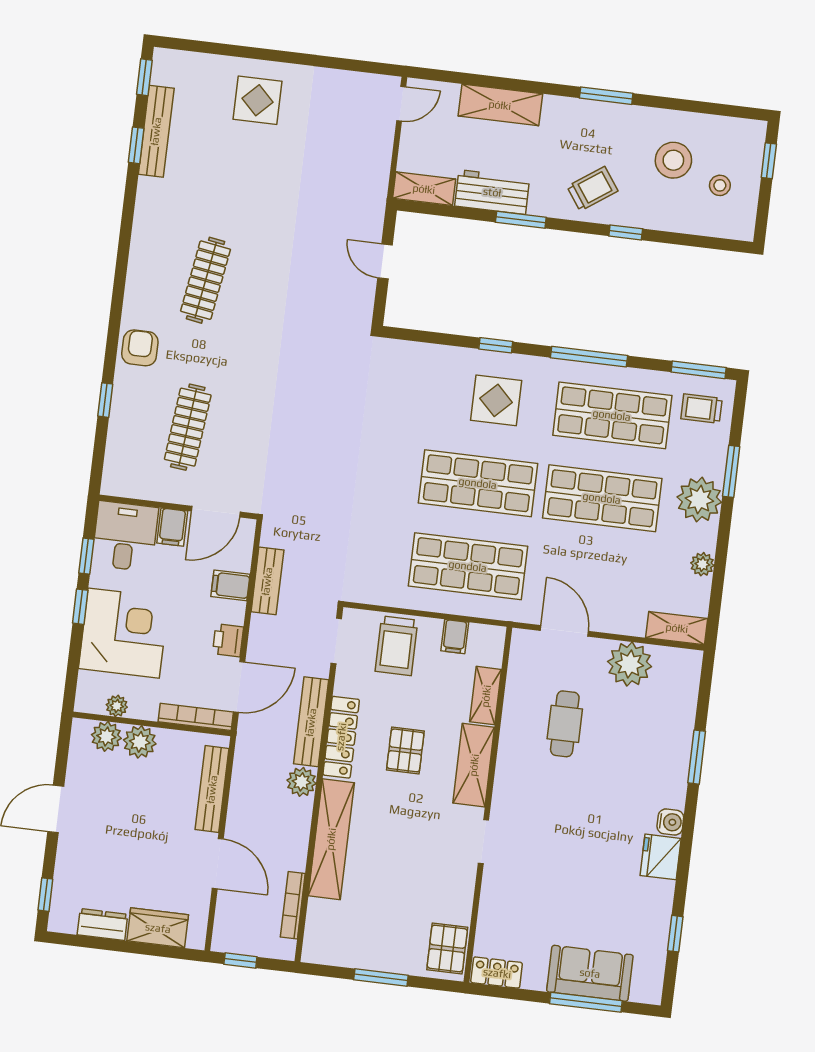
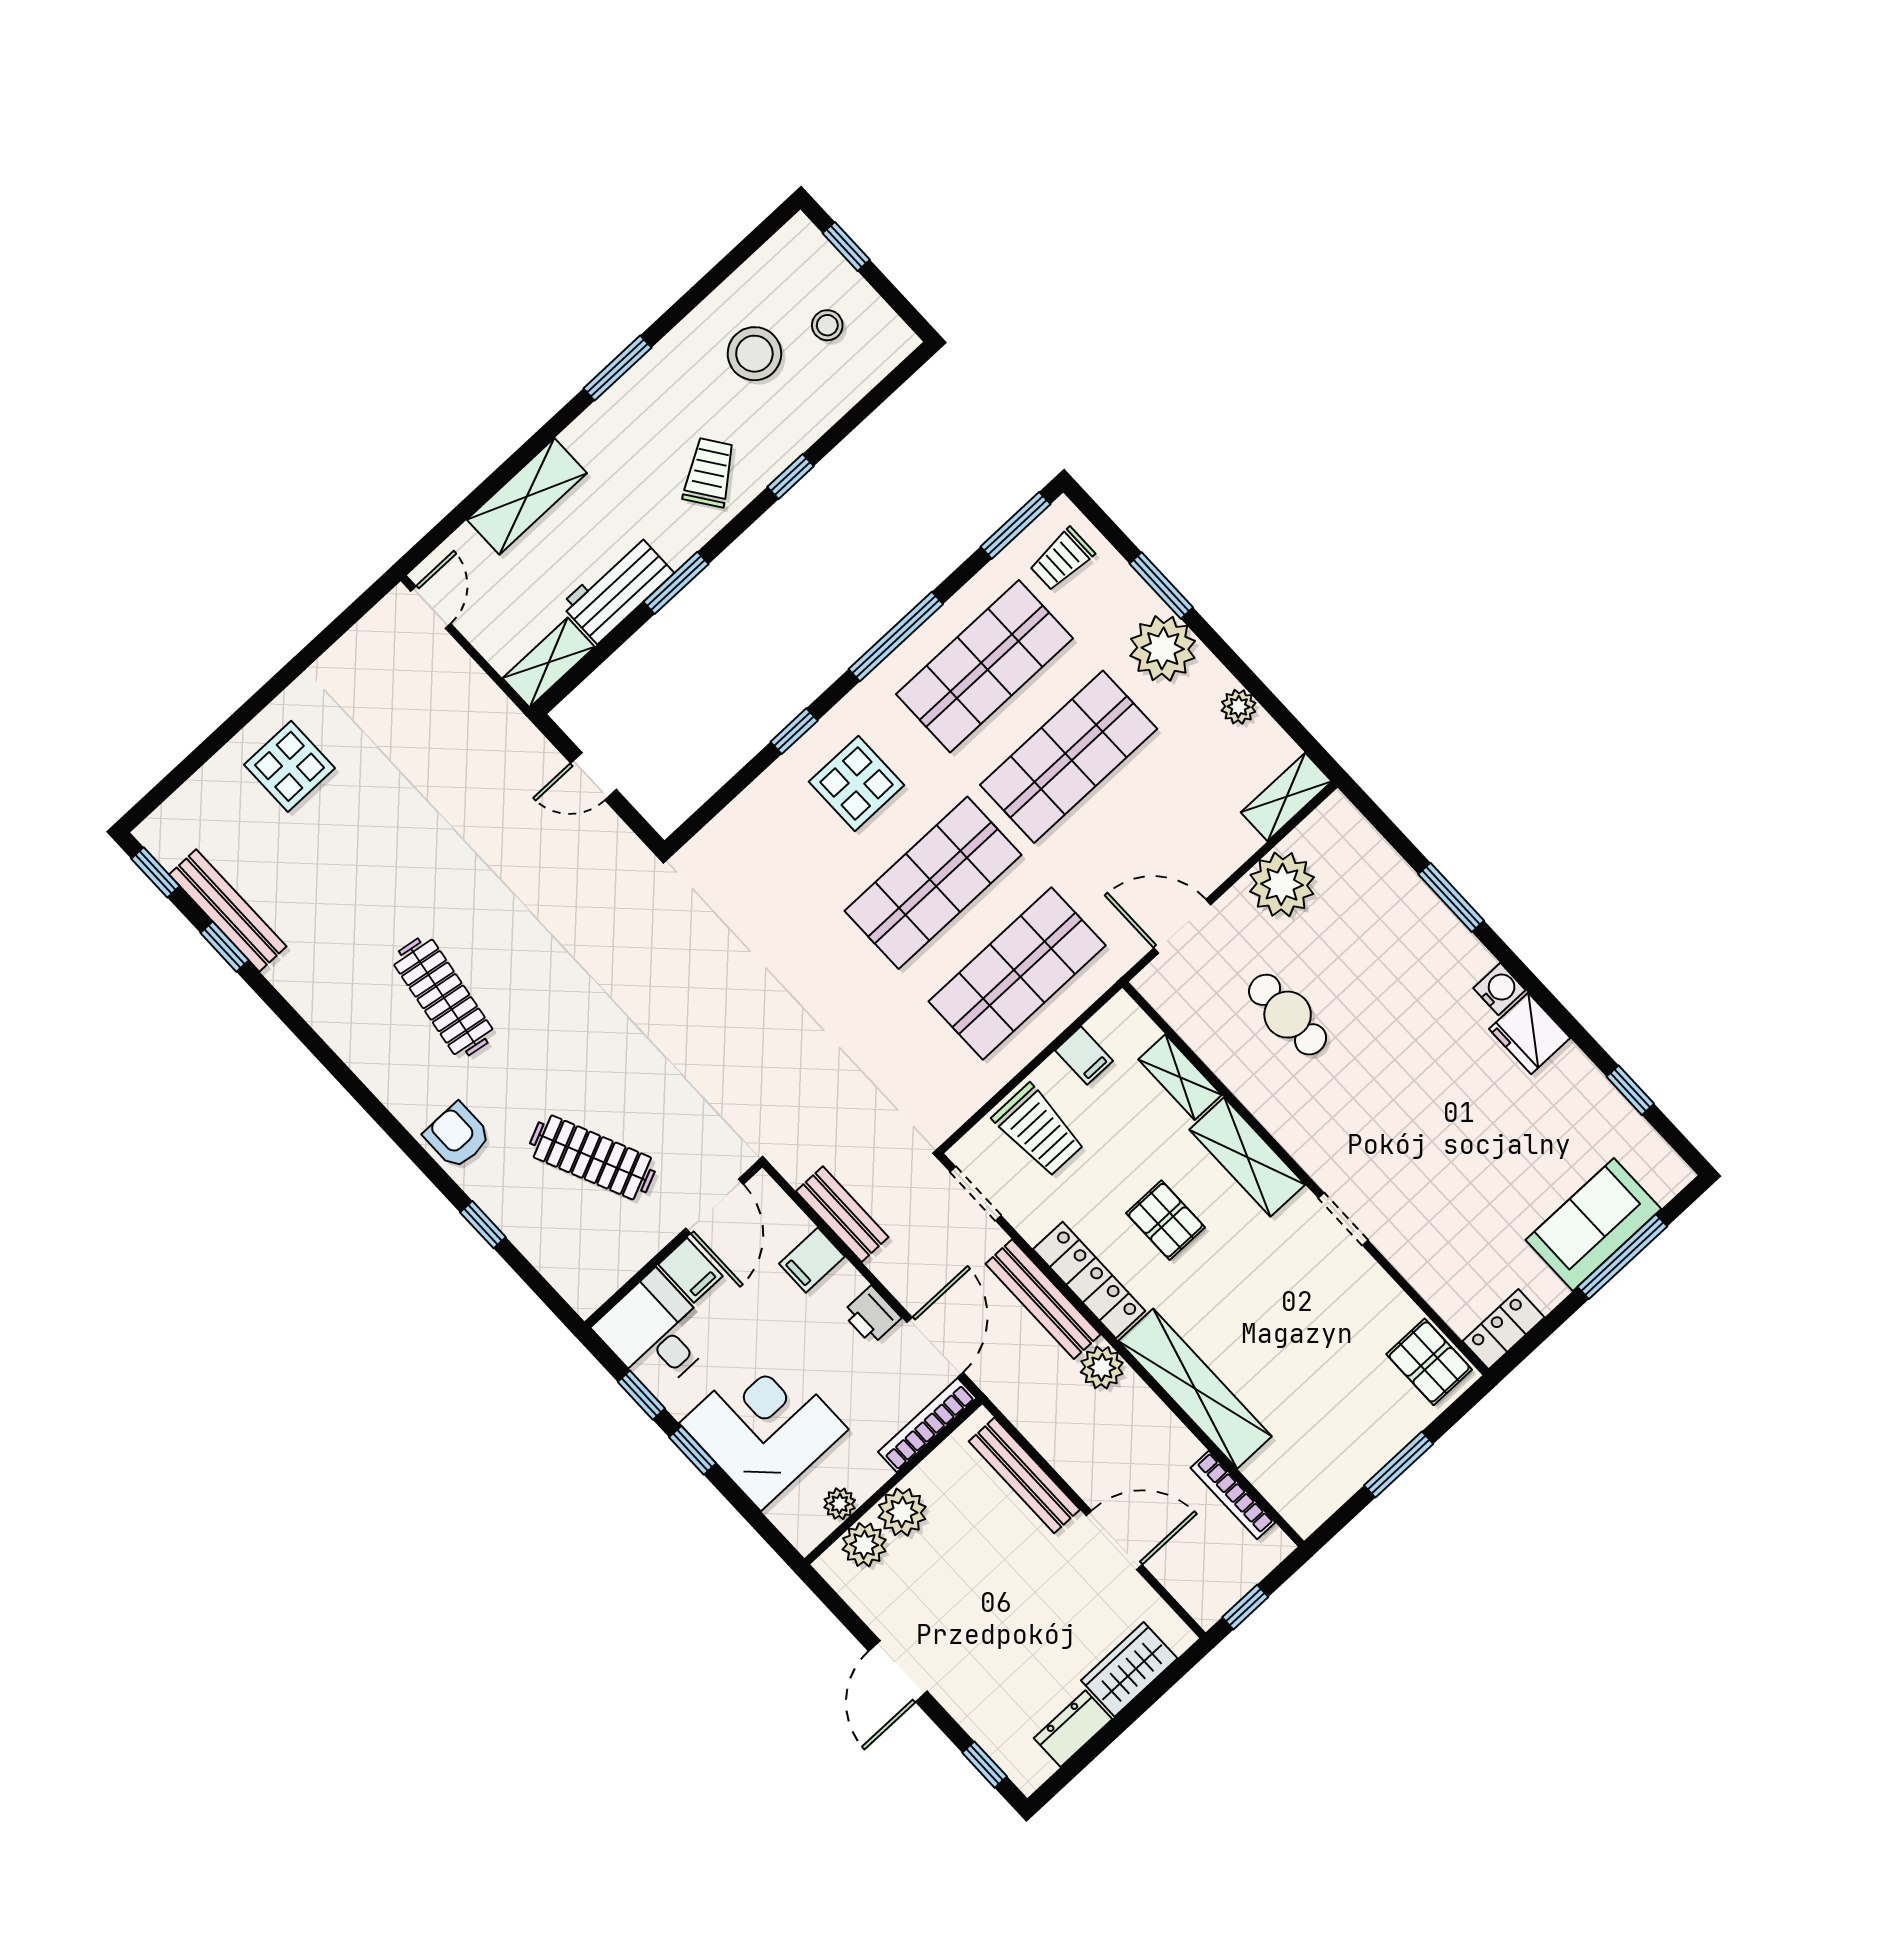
clothes rail: (188, 427) -> (592, 1157), turned -30

